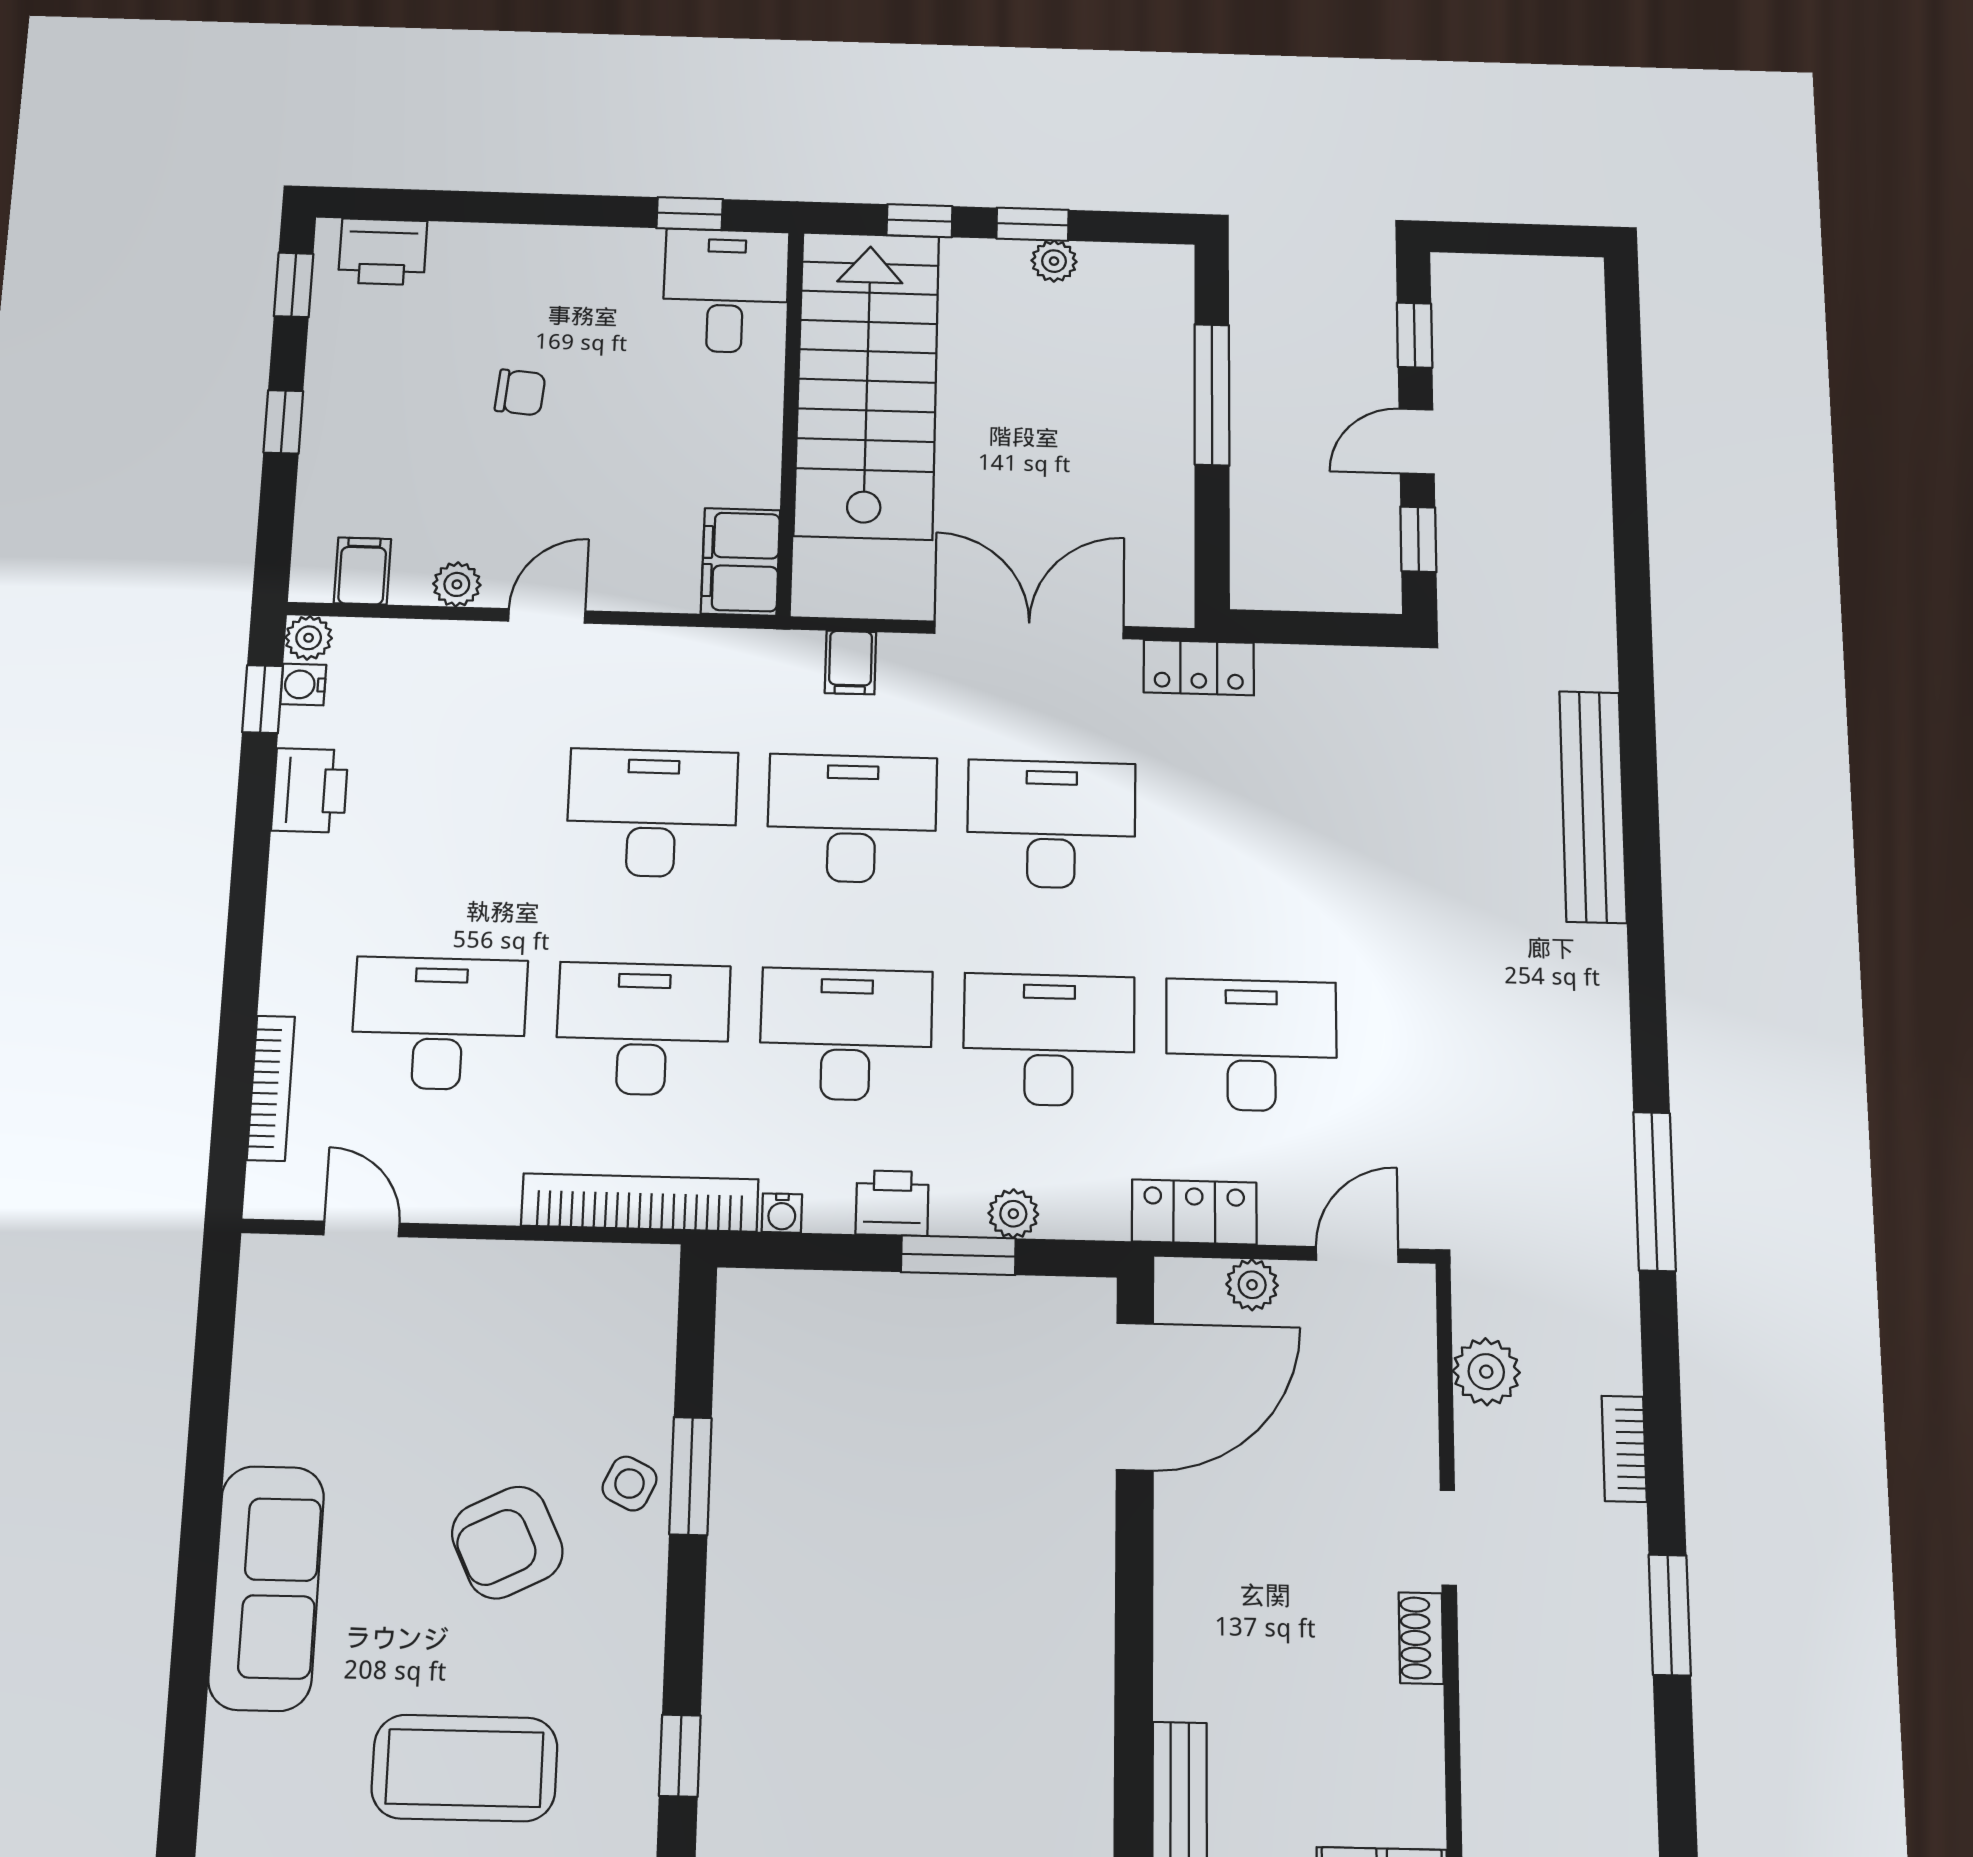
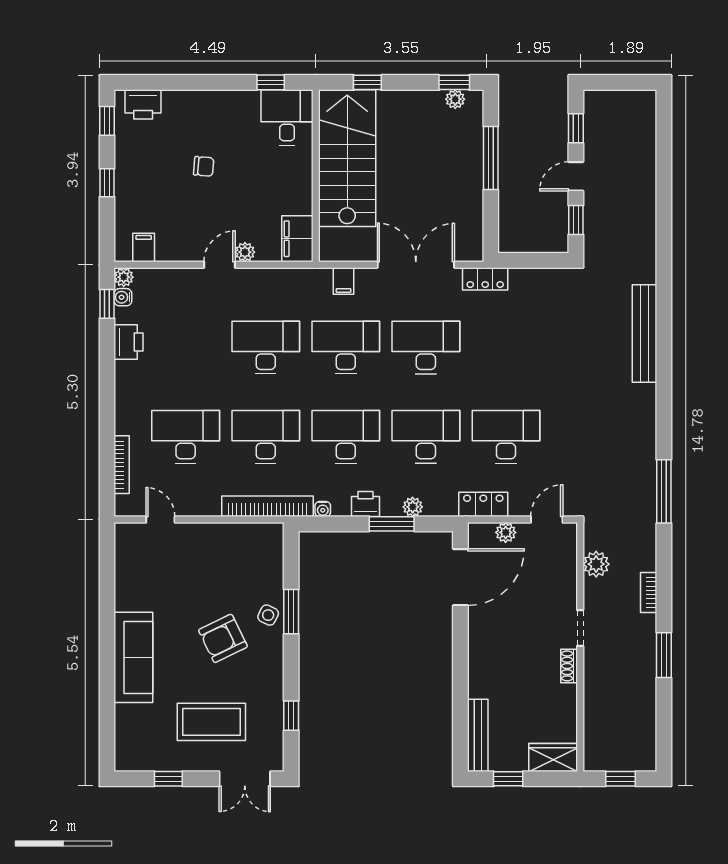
window: (1033, 224) -> (454, 82), moved
plant: (1054, 261) -> (455, 99), moved
plant: (457, 584) -> (245, 252), moved

